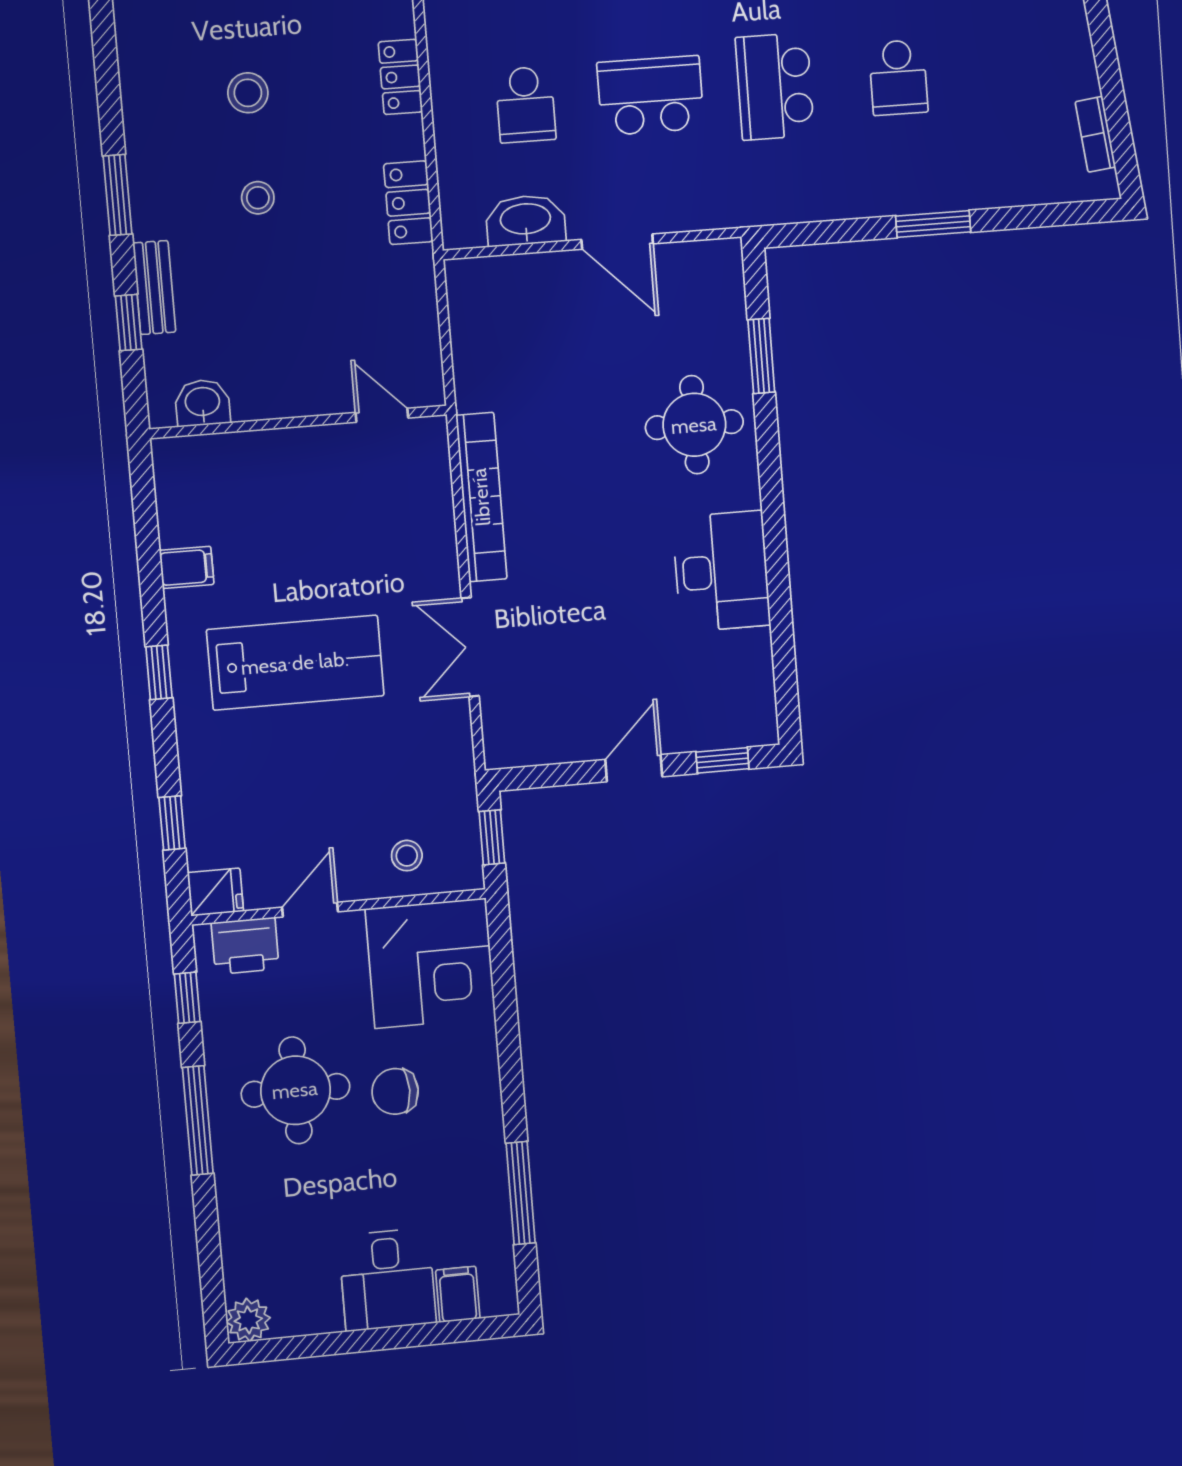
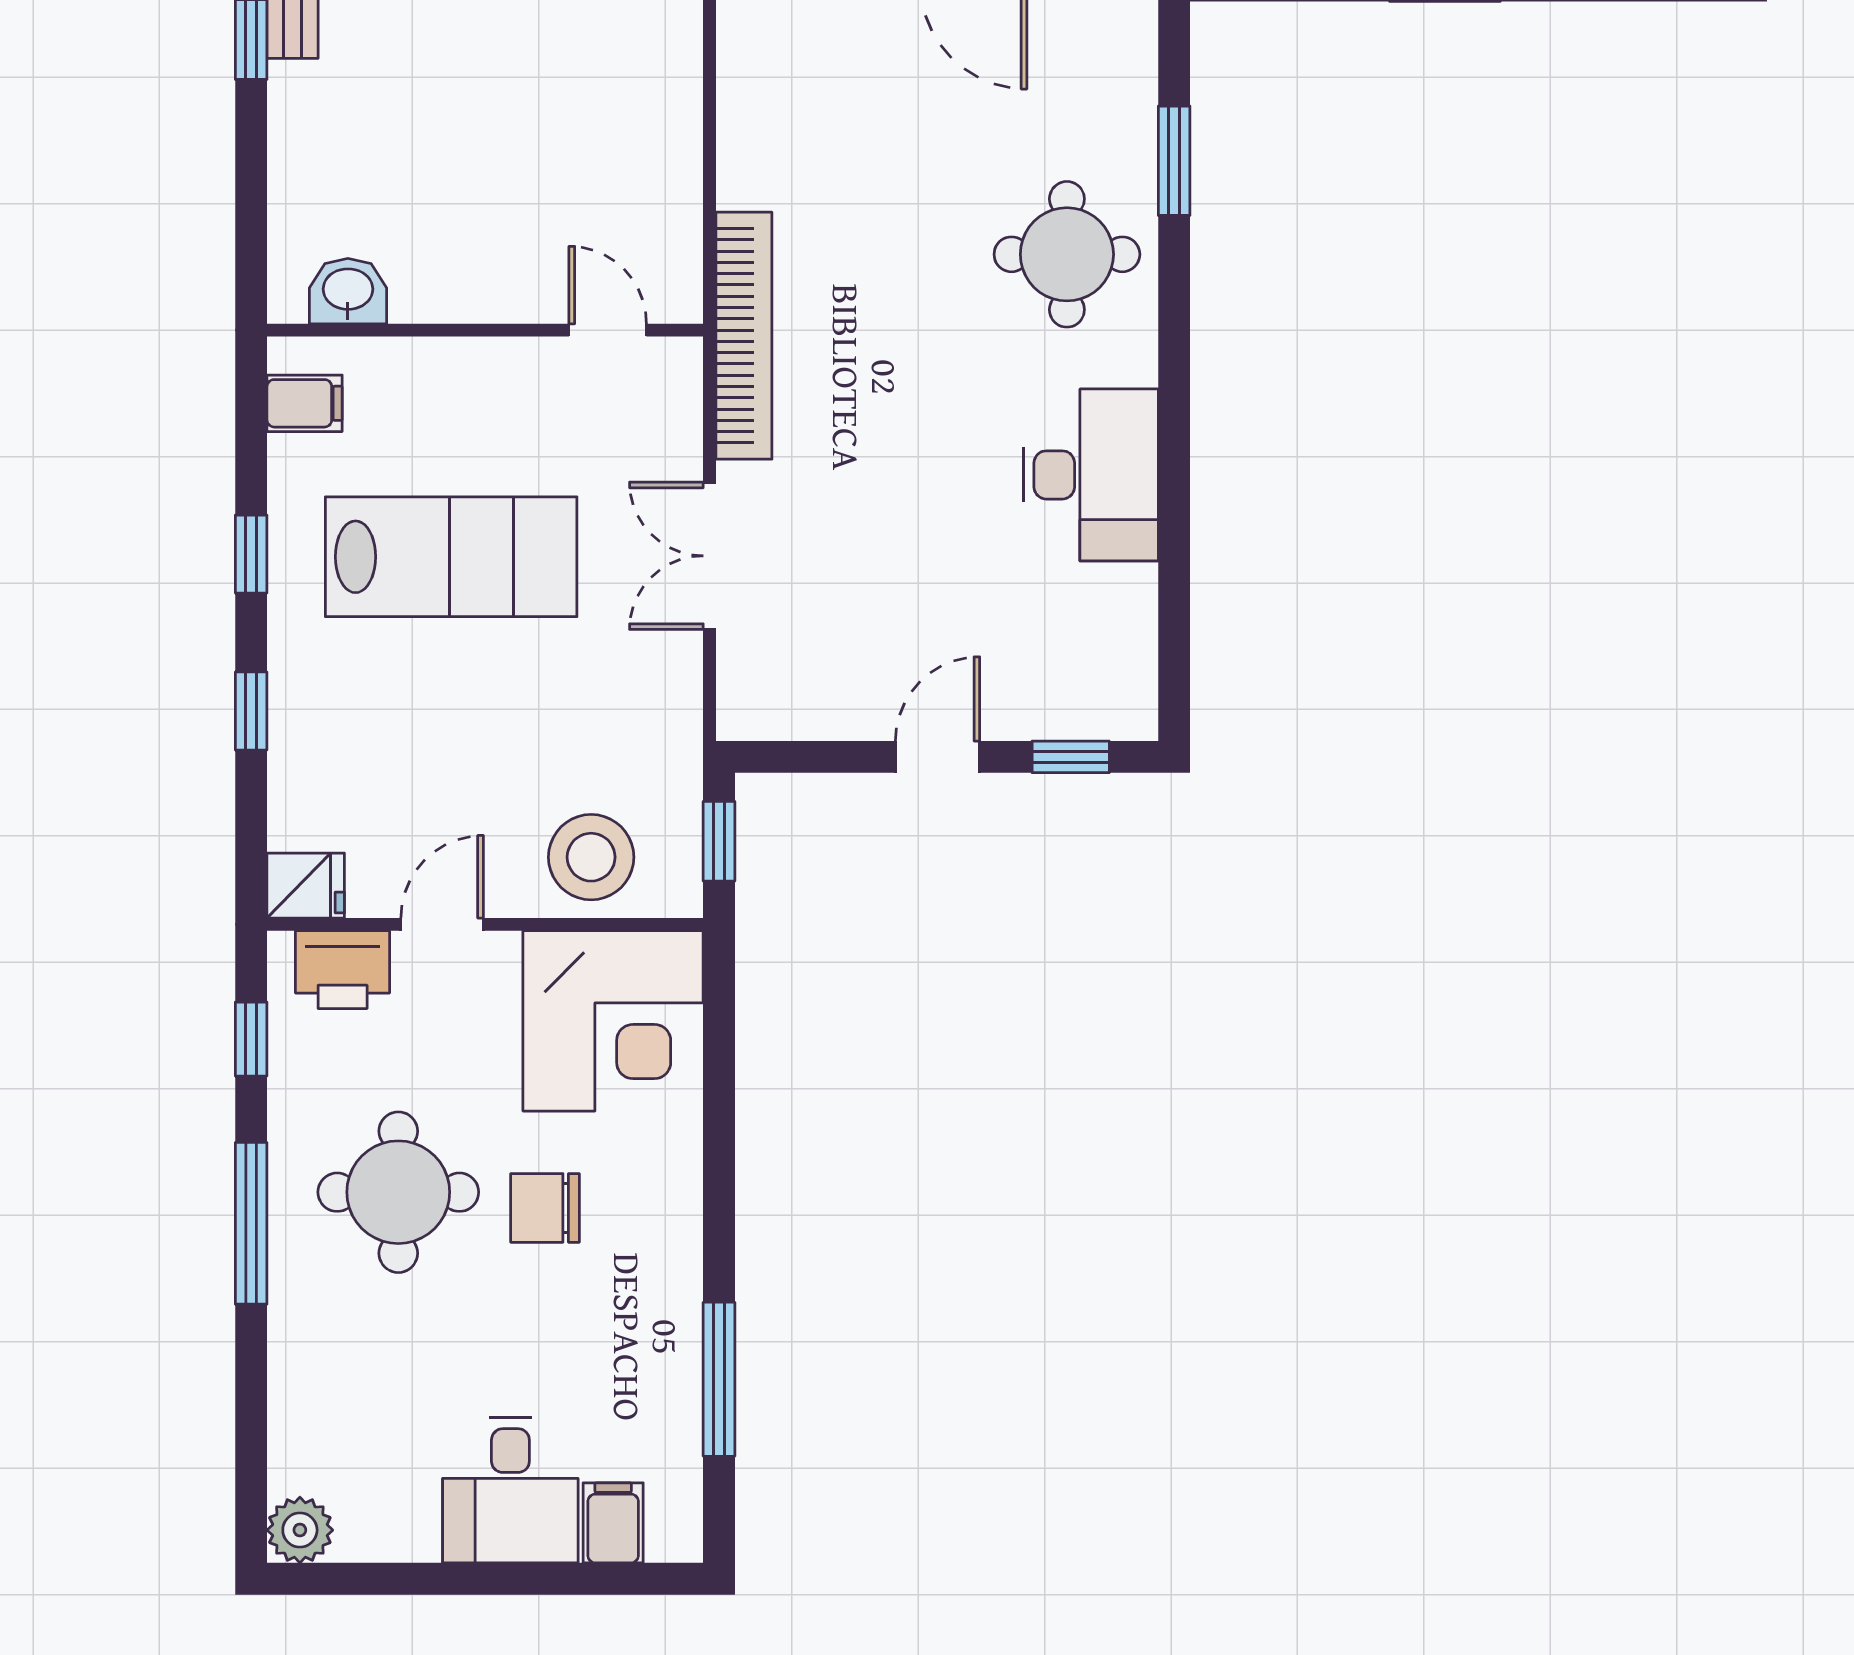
washbasin: (202, 403) -> (348, 291), moved
door: (382, 415) -> (608, 330), moved
wall: (298, 422) -> (485, 330), moved
window: (172, 823) -> (251, 711), moved
stool: (407, 856) -> (591, 857), width x1.89, depth x1.89

